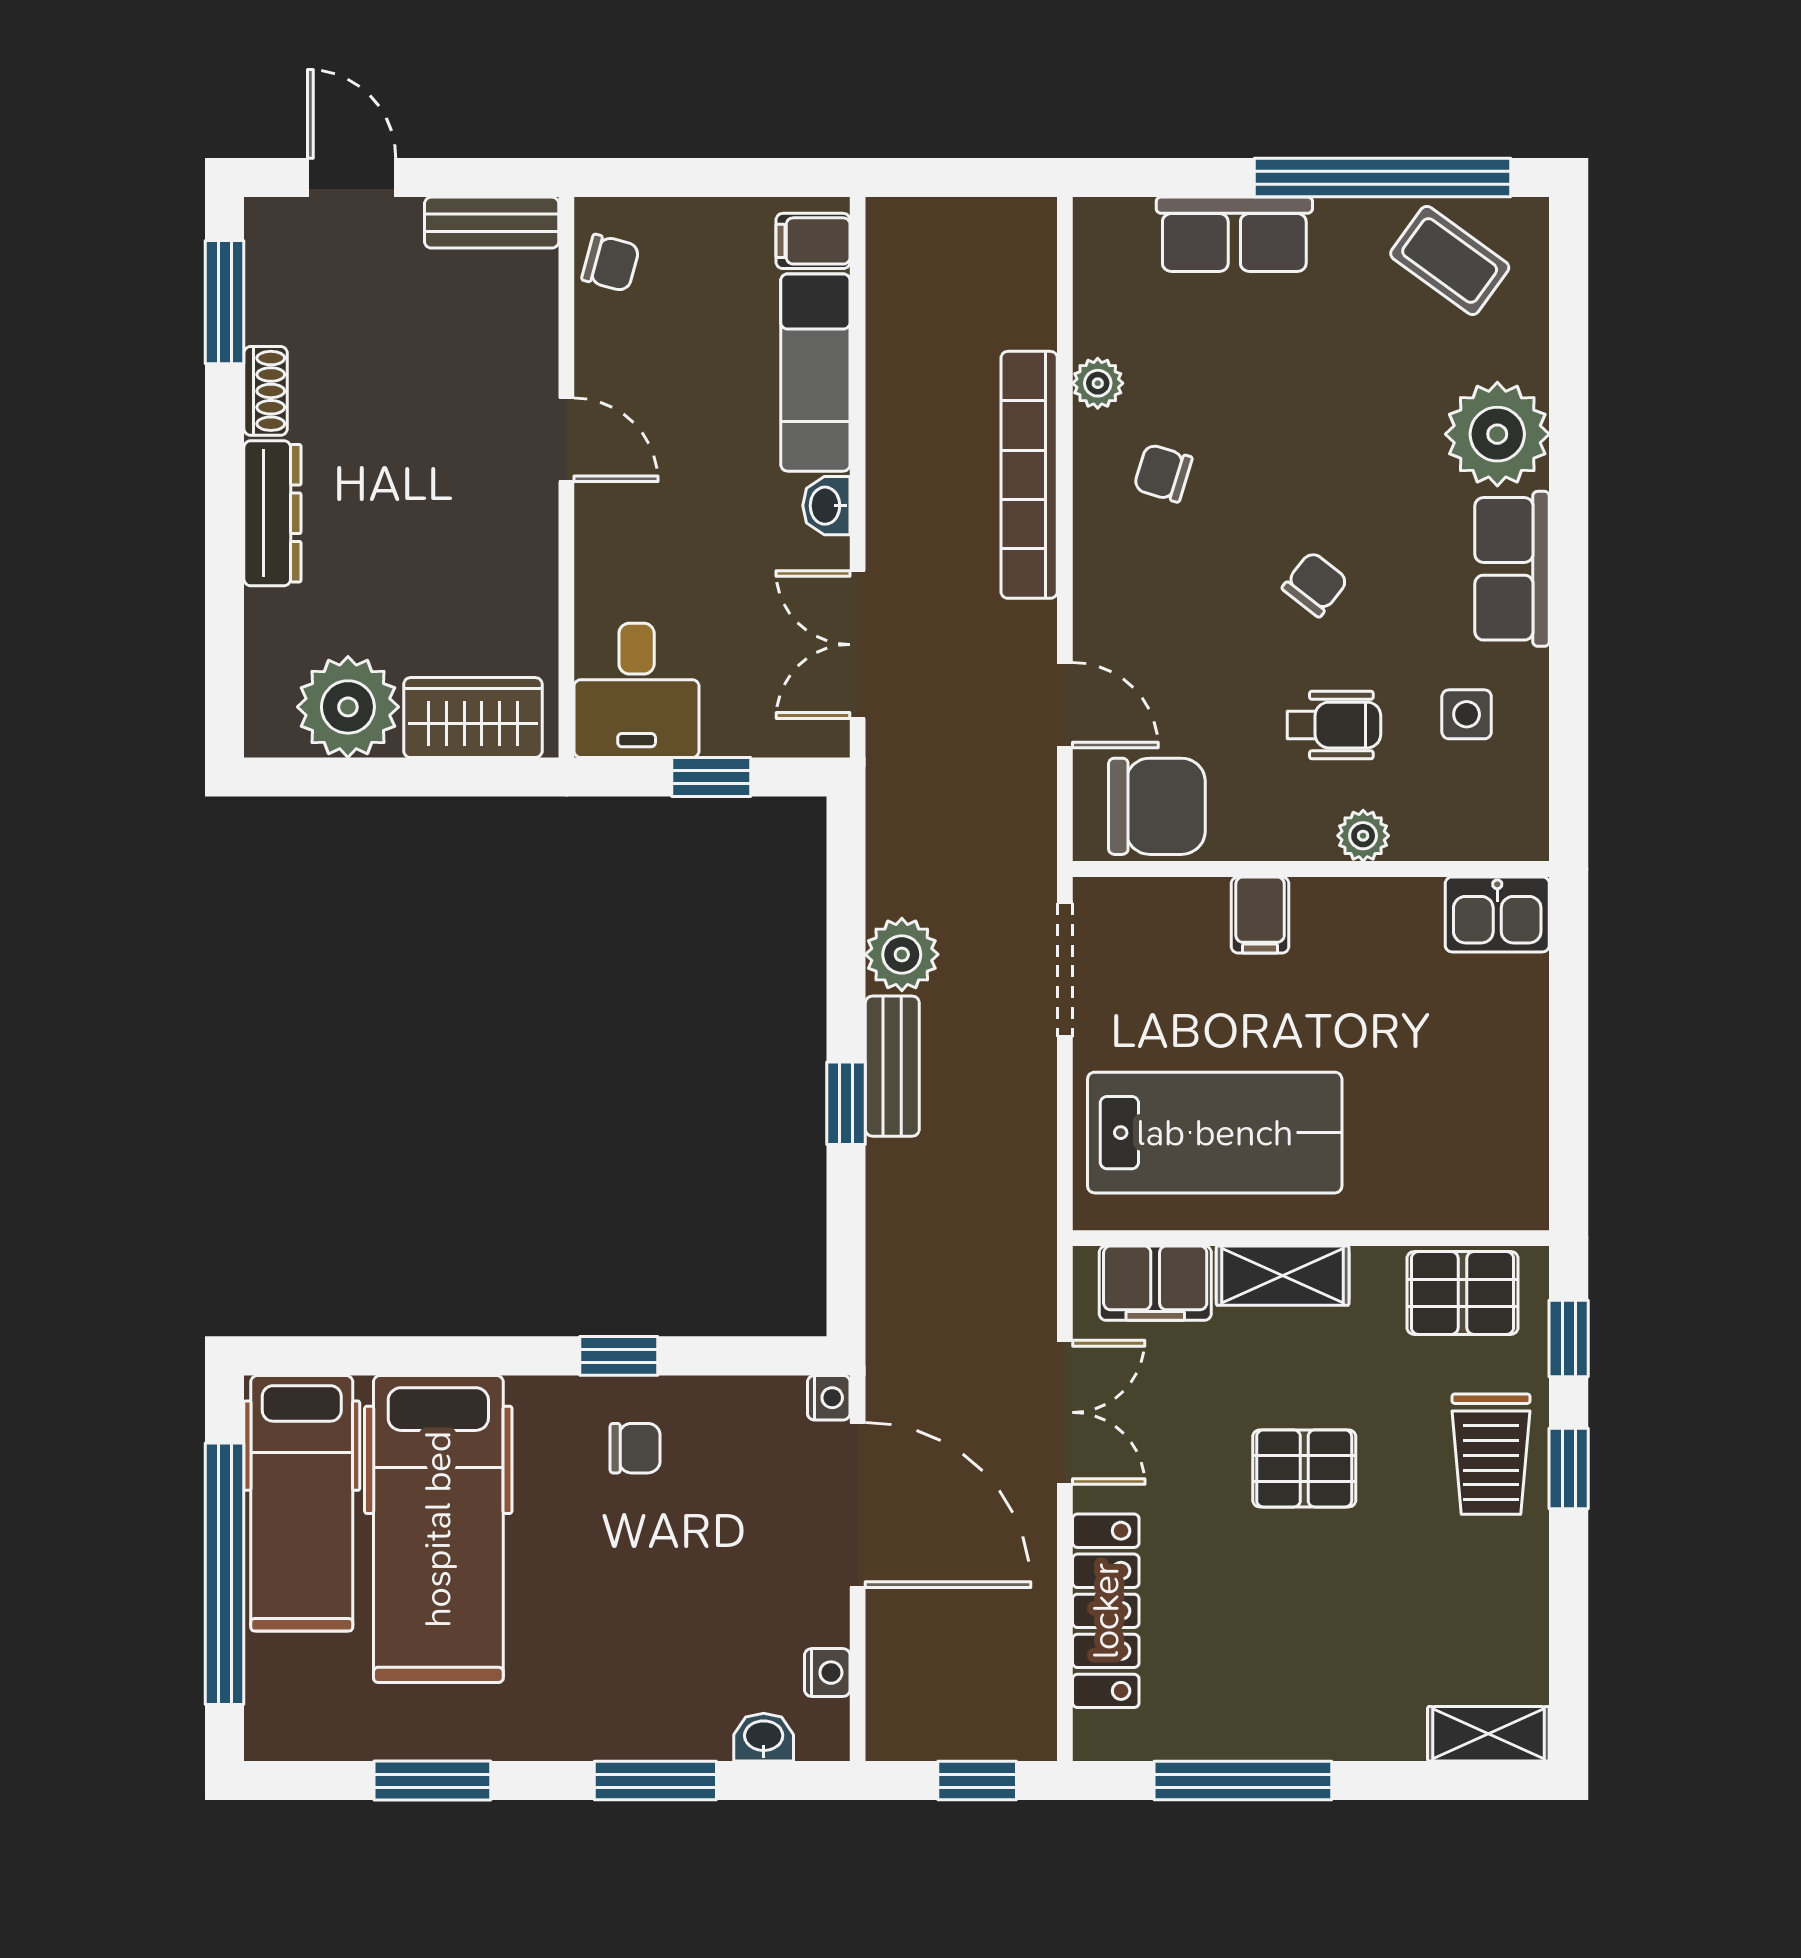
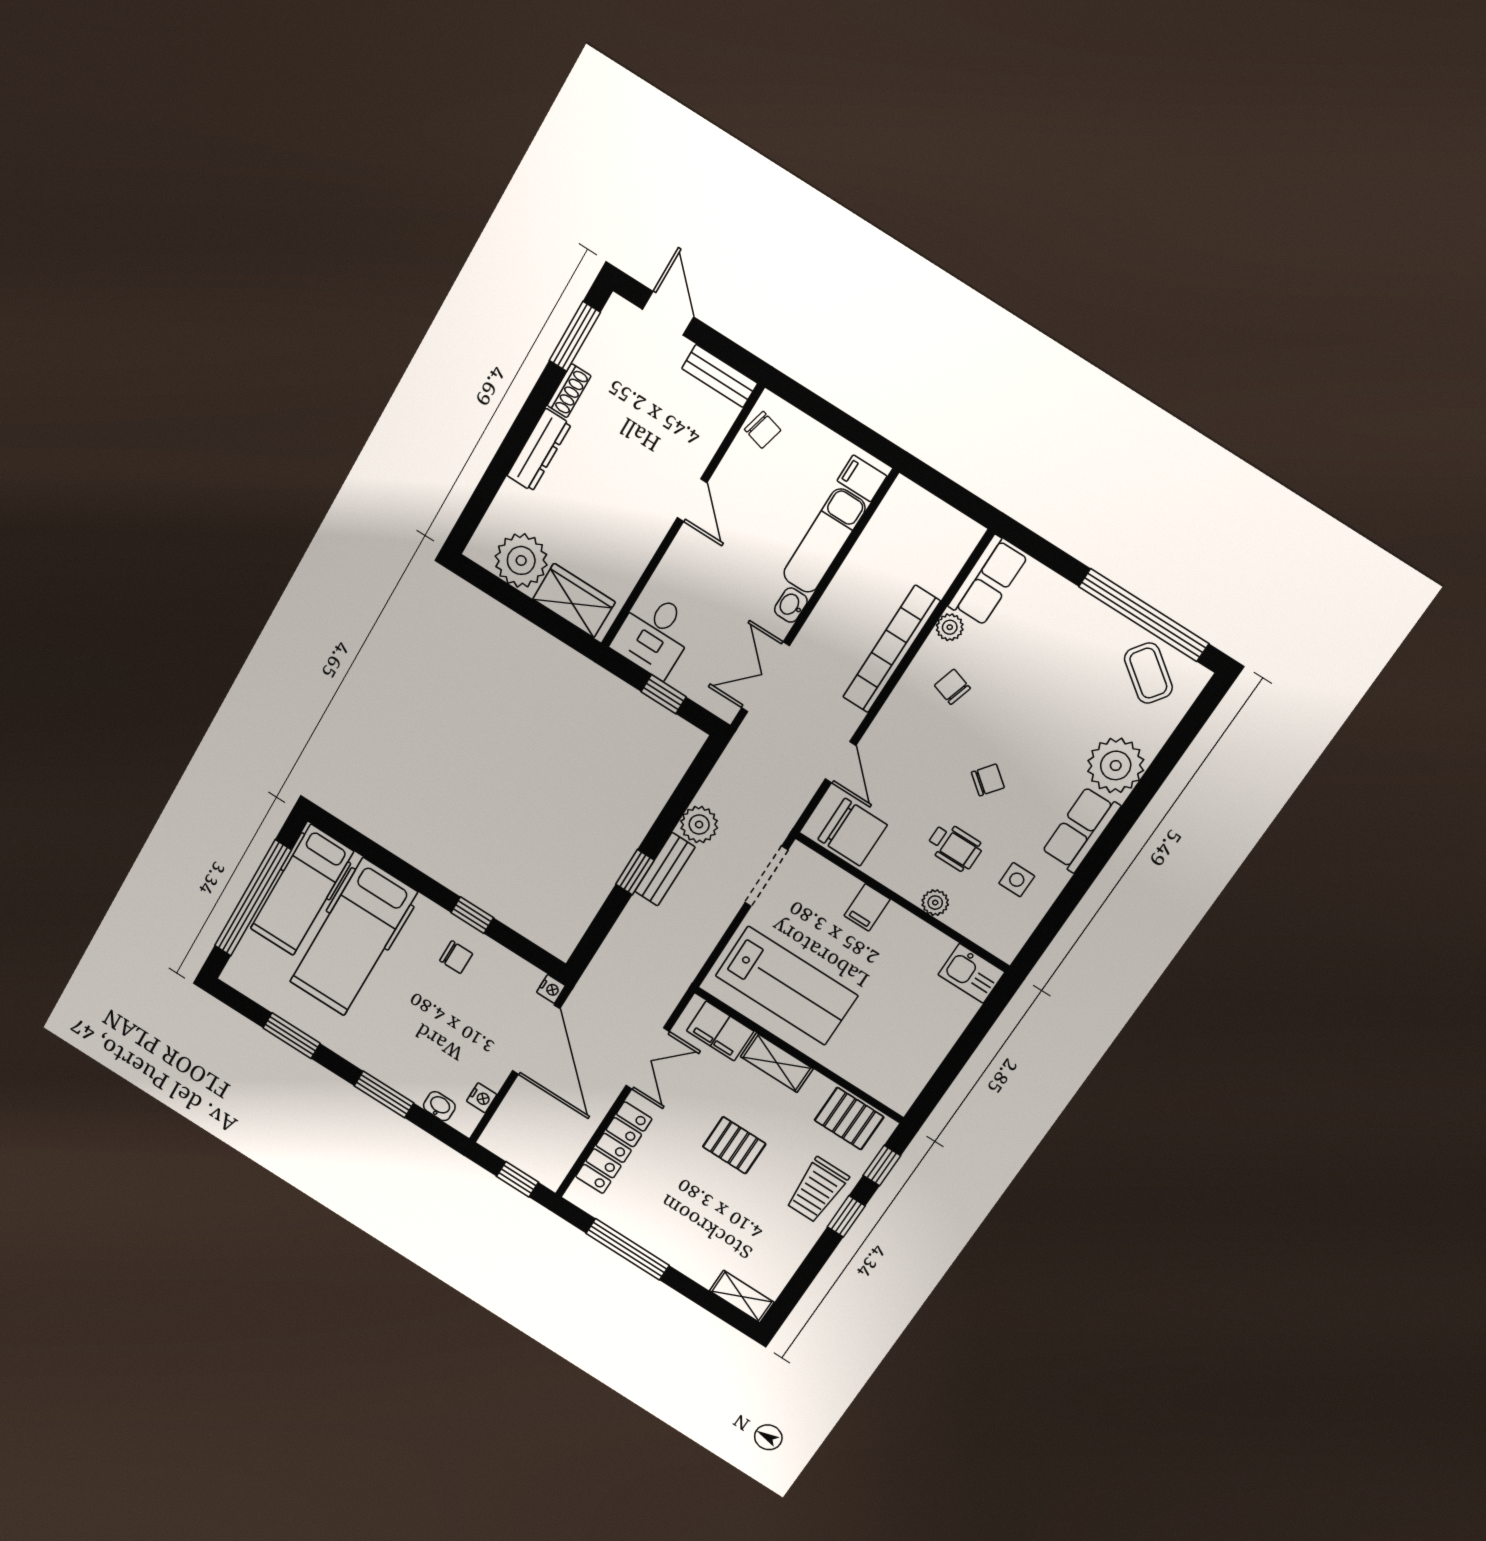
row of seats: (1234, 234) -> (988, 581), moved, turned -90

